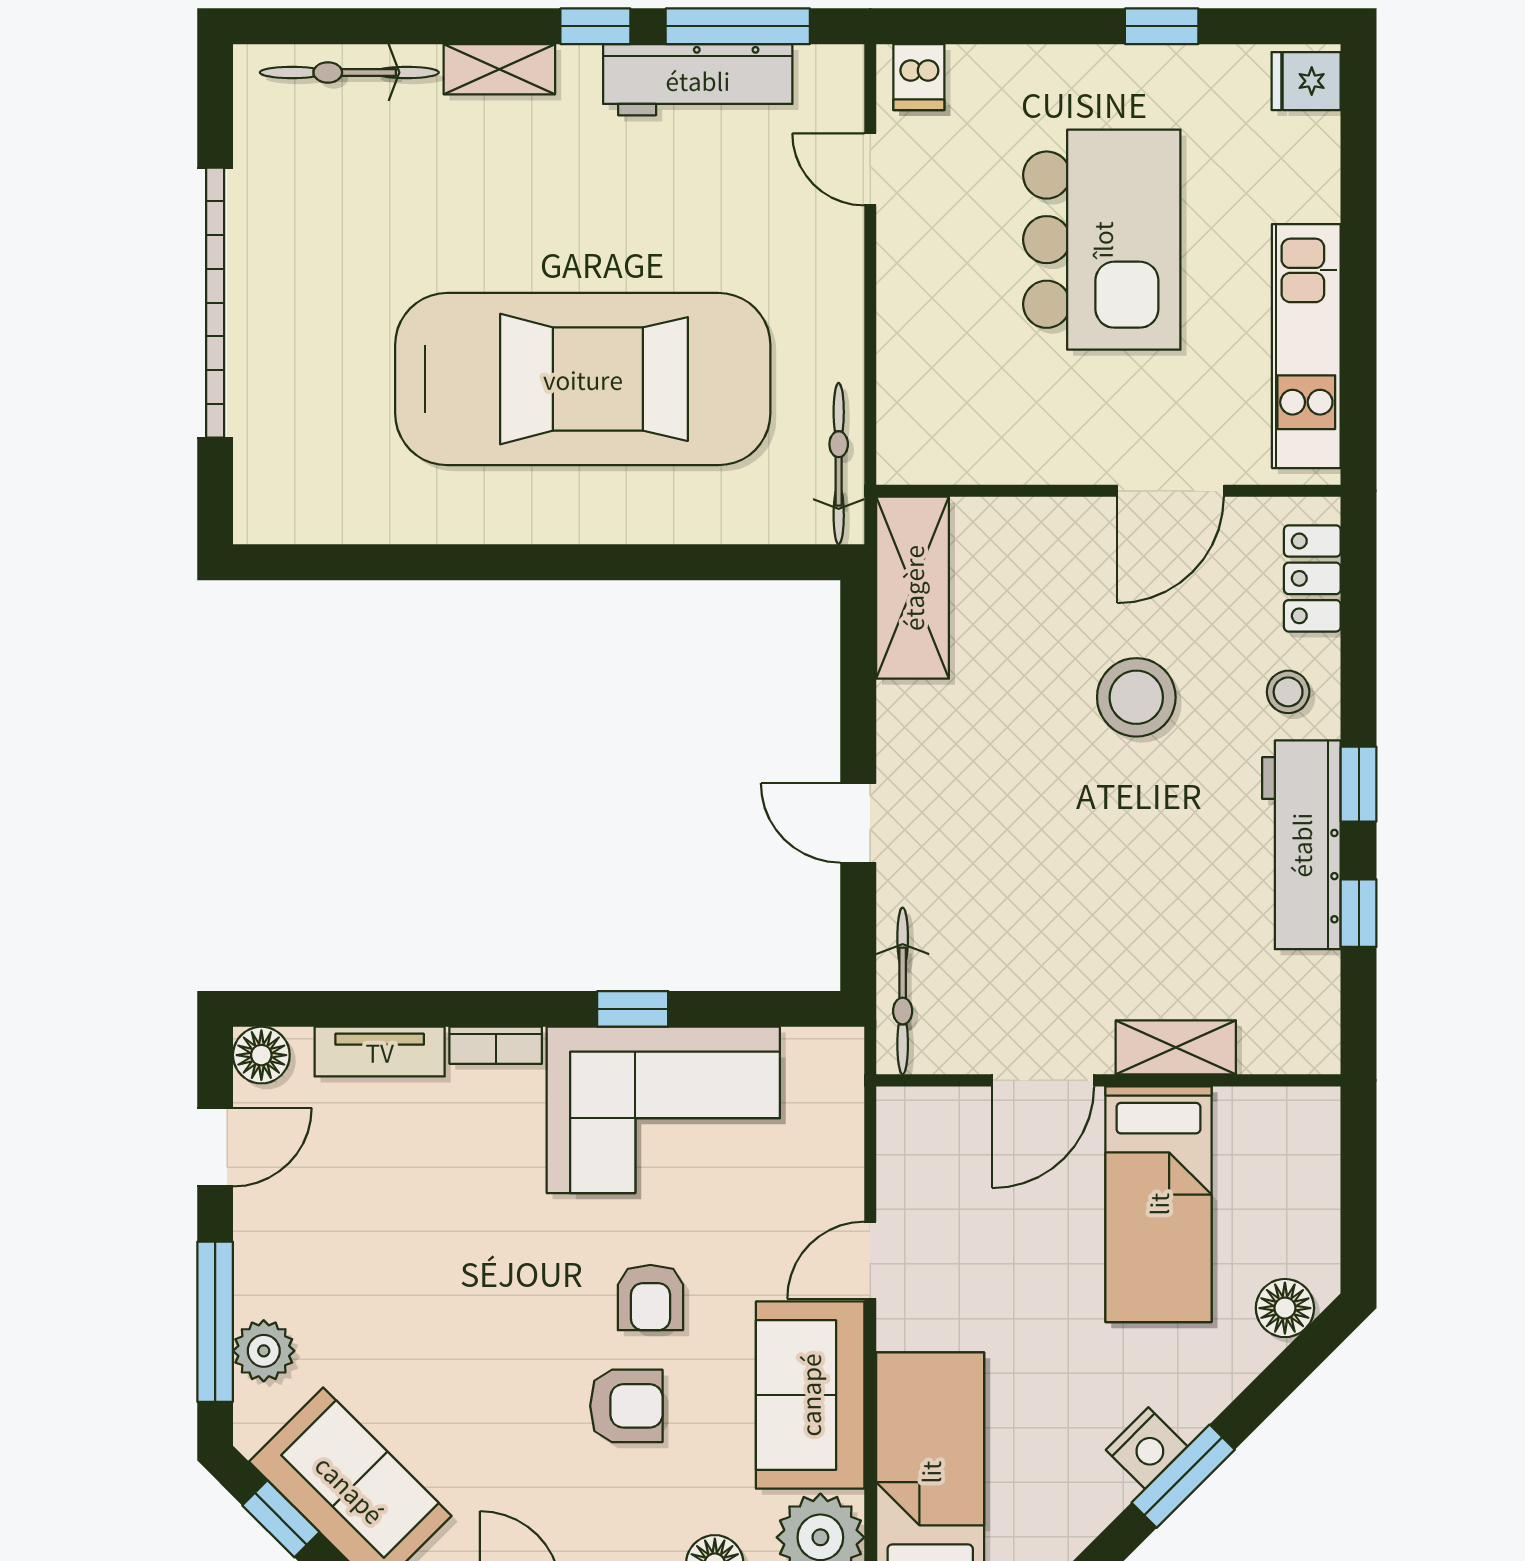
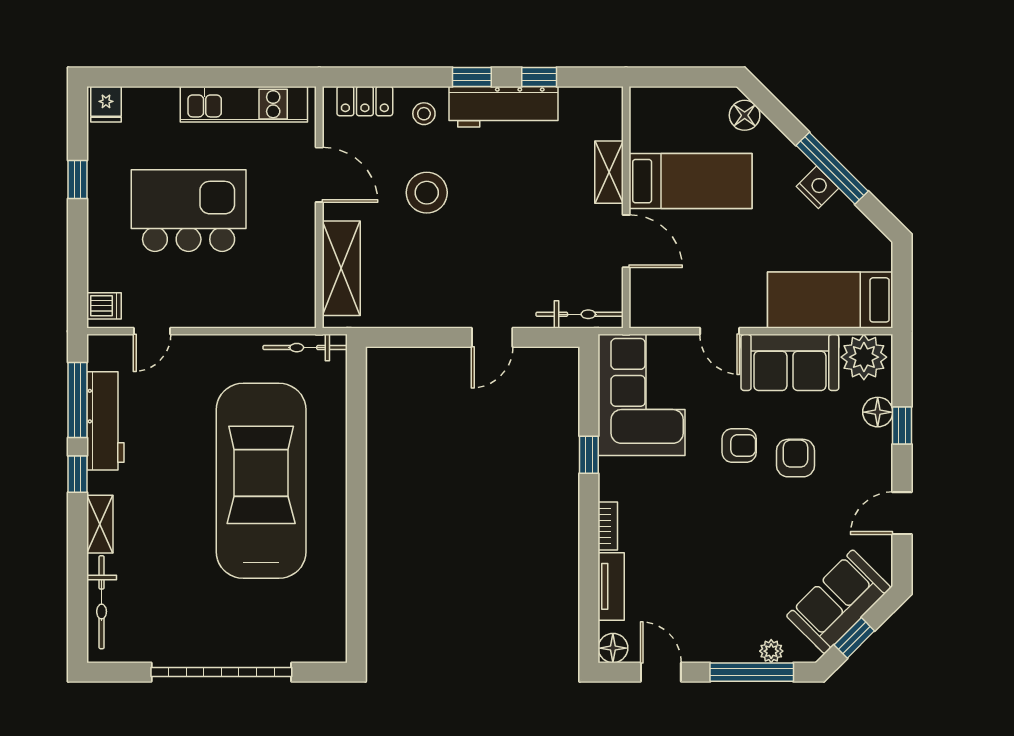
shelving: (913, 588) -> (341, 268), moved, turned 90
corner sofa: (663, 1110) -> (641, 395), moved
plant: (264, 1351) -> (771, 651), width x0.73, depth x0.73
window: (1183, 1476) -> (832, 168), width x1.44

